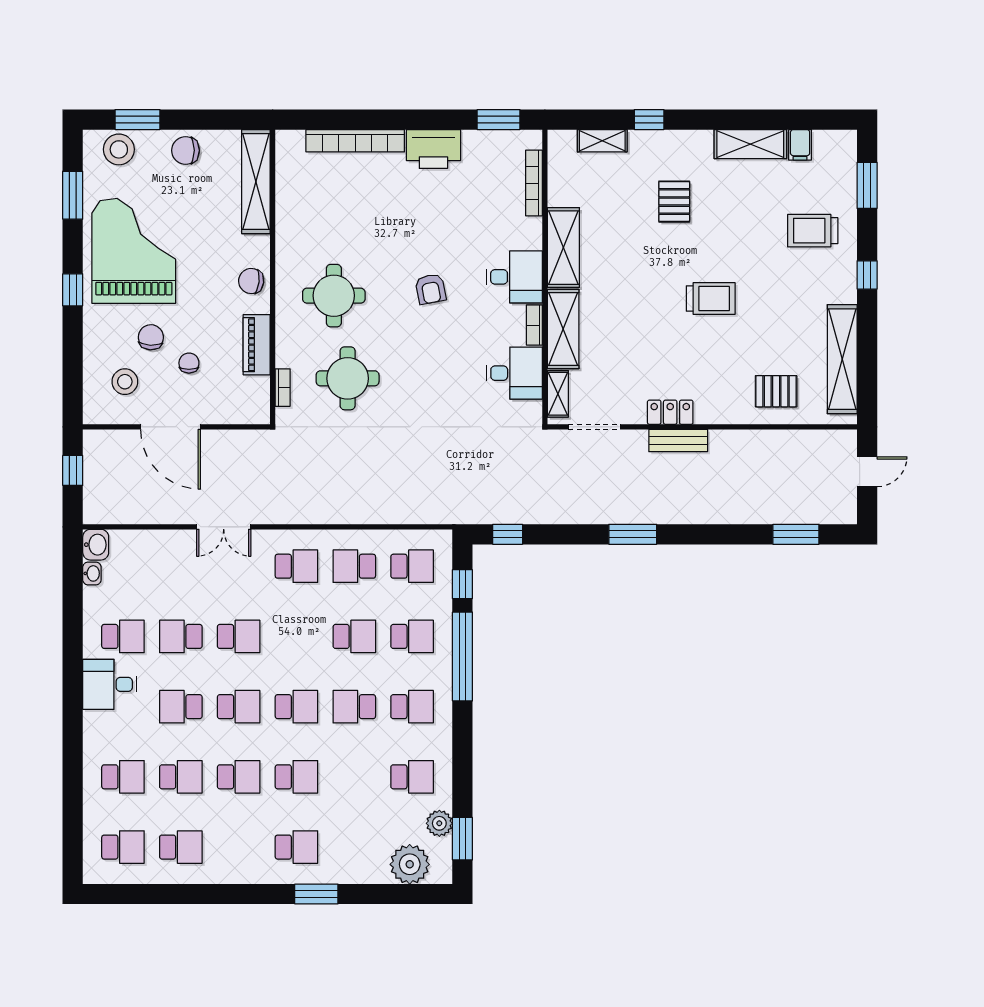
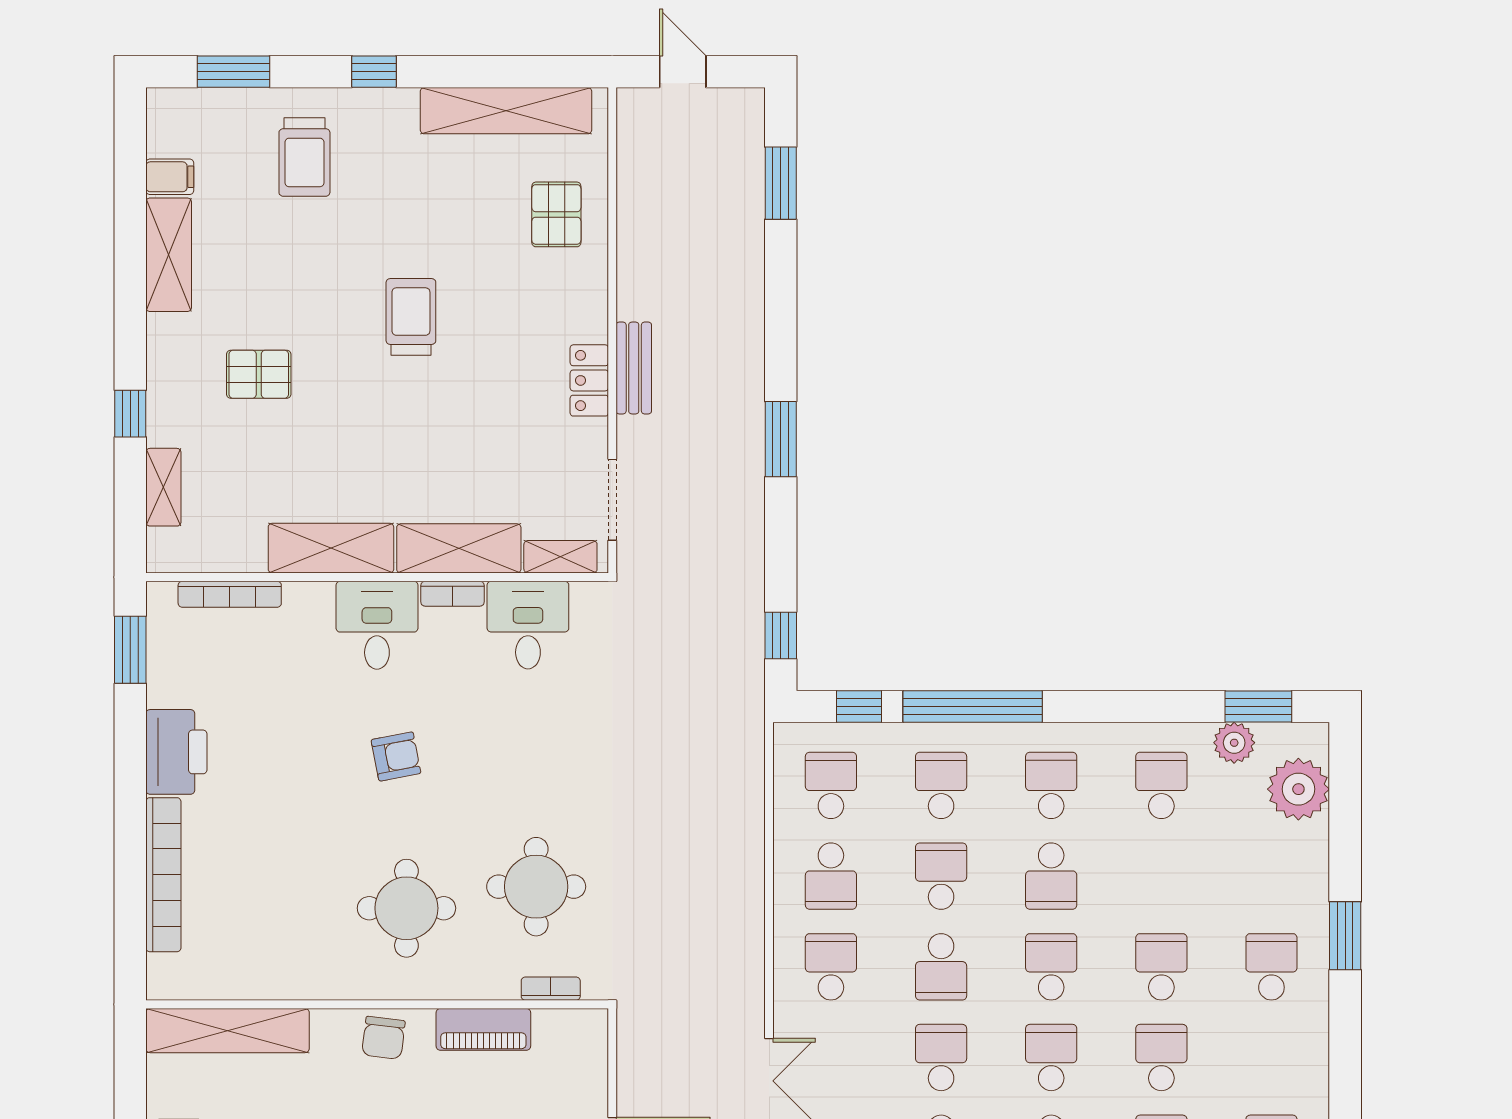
school desk: (296, 636) -> (941, 967), added

